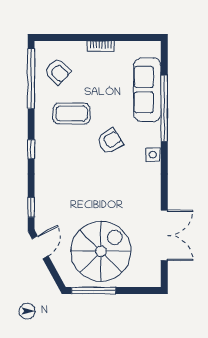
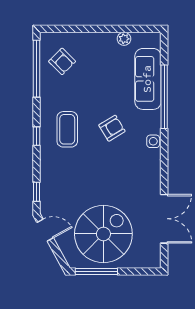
bookcase: (101, 46) -> (103, 37), removed
plant: (122, 48) -> (124, 39), added
coffee table: (72, 114) -> (67, 129), moved, turned 90
door: (40, 247) -> (45, 230), hinge flipped

